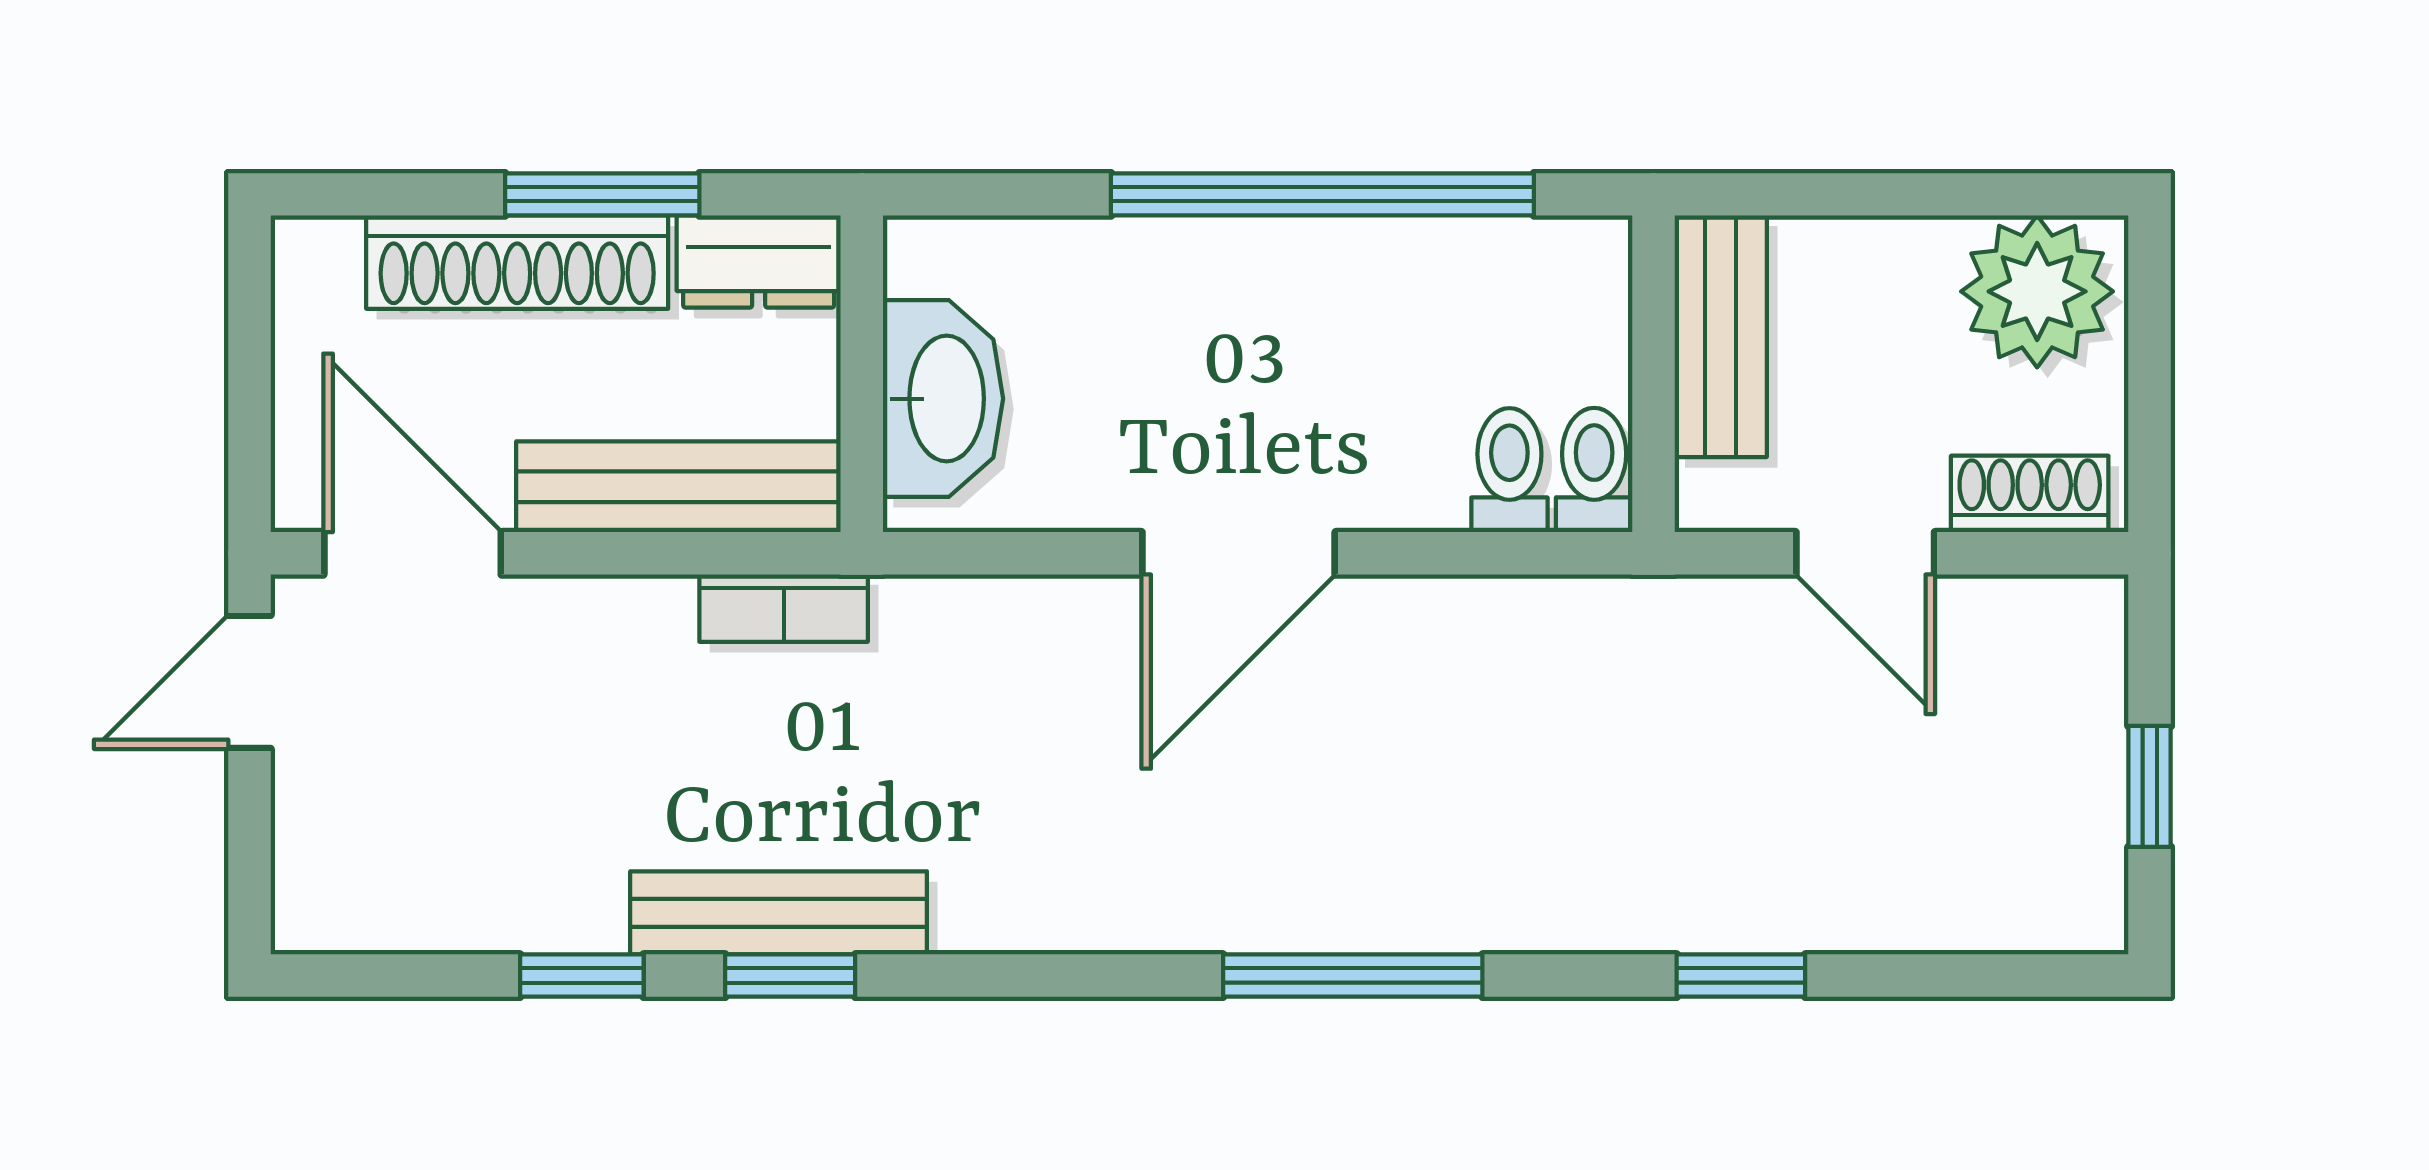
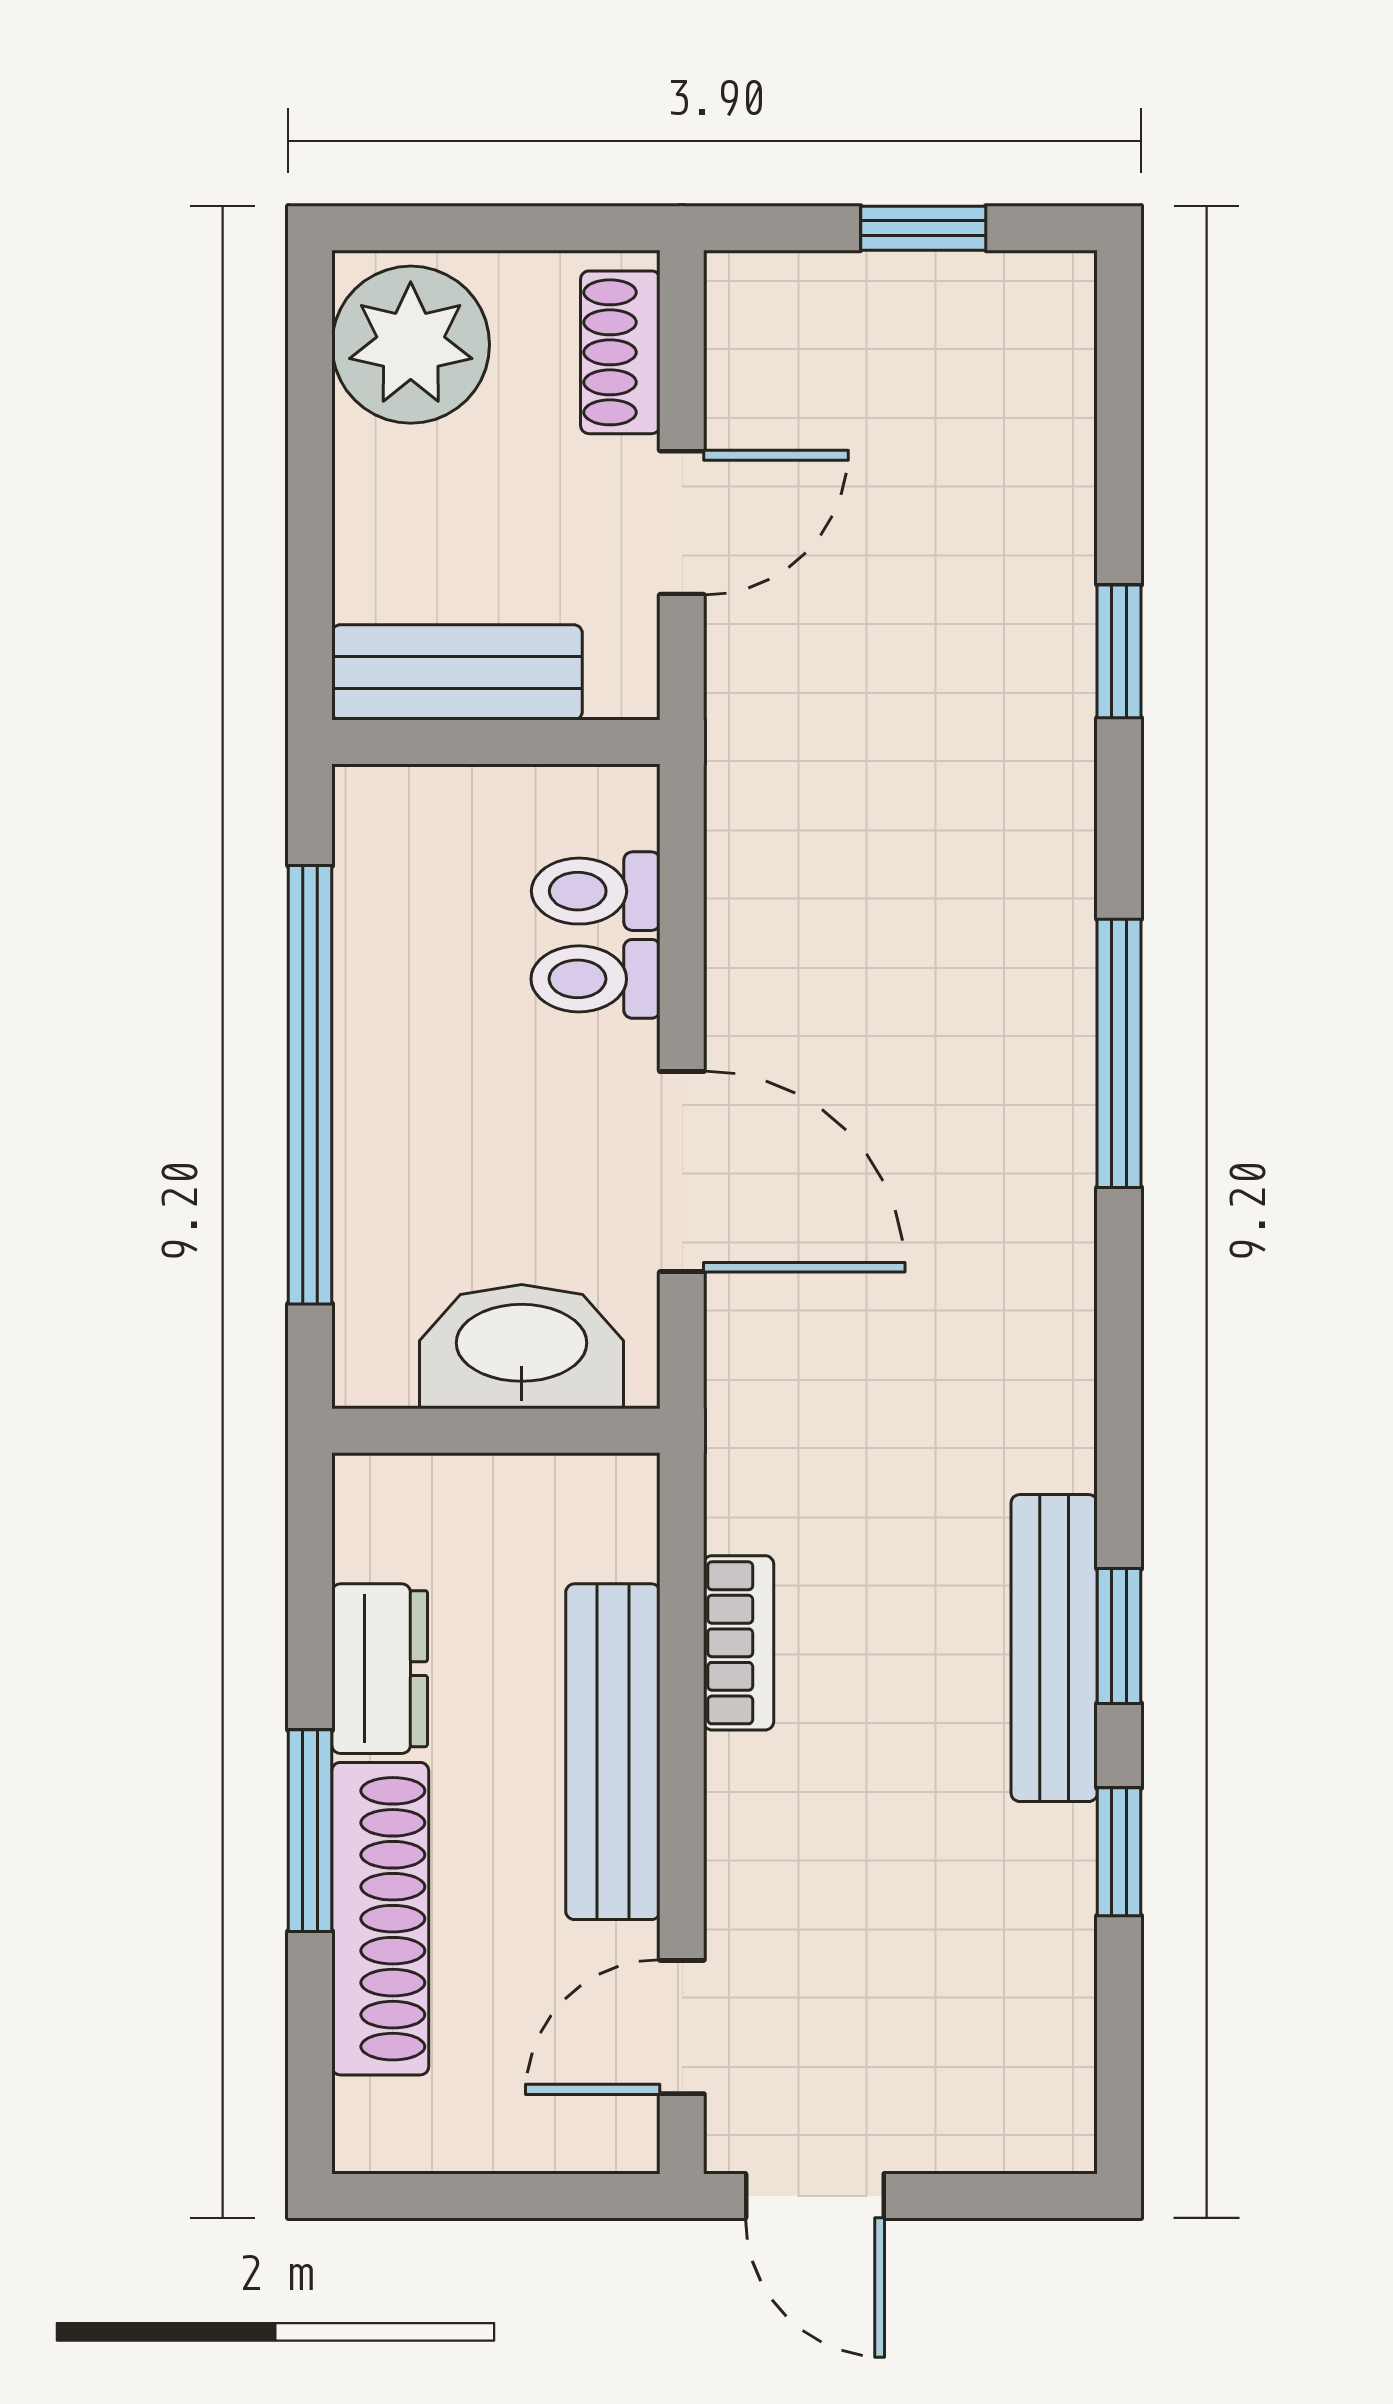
wall: (862, 374) -> (496, 1431), moved
washbasin: (943, 399) -> (522, 1347), moved
toilet: (1594, 470) -> (596, 979), moved
door: (413, 553) -> (682, 2027), width x0.73

